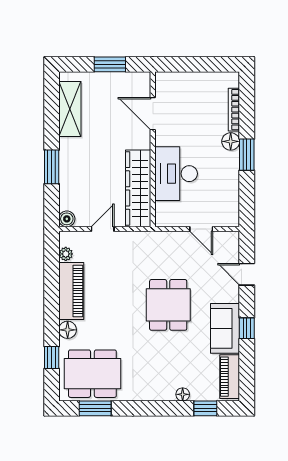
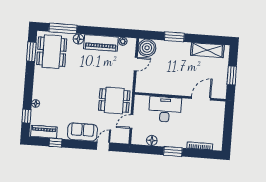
floor lamp: (231, 141) -> (152, 140), moved
wardrobe: (138, 188) -> (158, 87), removed
boiler: (67, 219) -> (147, 48), width x1.86, depth x1.86
door: (103, 229) -> (136, 64), hinge flipped
dining table: (168, 305) -> (114, 101), moved
sofa: (225, 328) -> (82, 132), moved
window: (247, 328) -> (56, 143), moved
window: (52, 357) -> (63, 28), width x2.17

